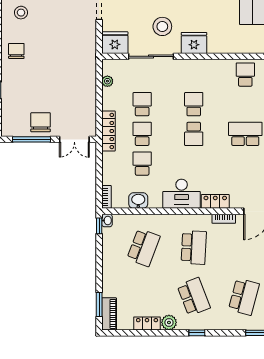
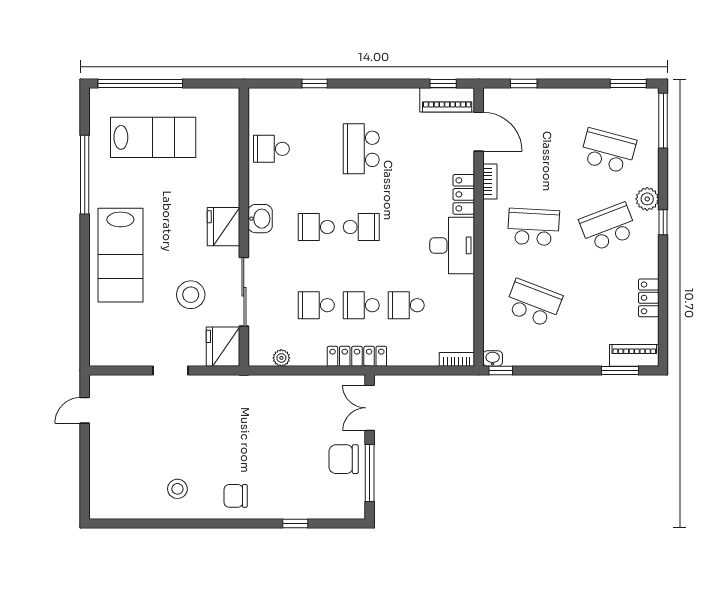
stool: (162, 26) -> (191, 295), moved
double door: (74, 139) -> (370, 408), swing flipped
washbasin: (138, 201) -> (260, 219), moved, turned 180
plant: (169, 322) -> (647, 199), moved

